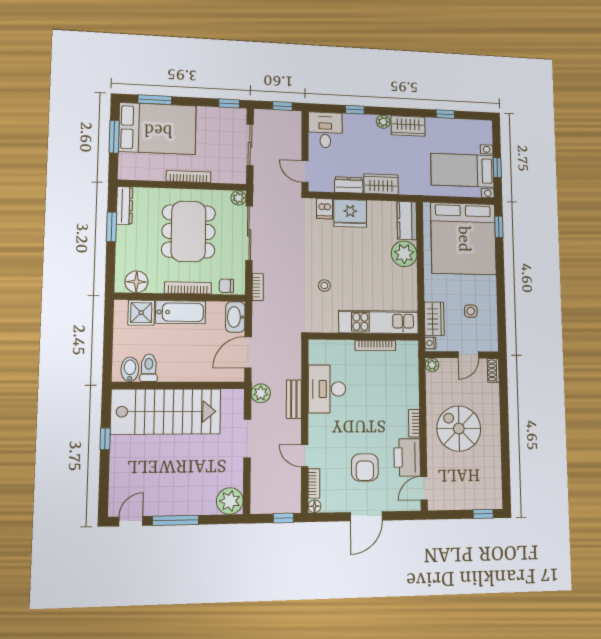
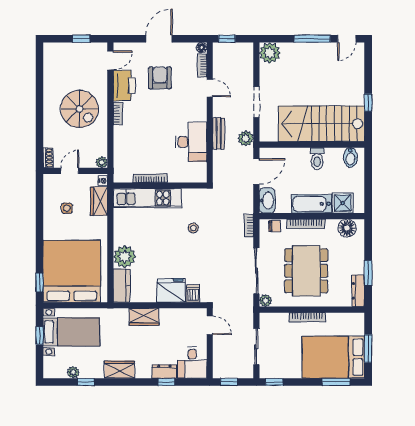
plant: (383, 122) -> (73, 372), moved
dresser: (349, 185) -> (164, 371), moved, turned 180
toilet: (149, 368) -> (317, 159), moved
window: (483, 514) -> (81, 39), moved

